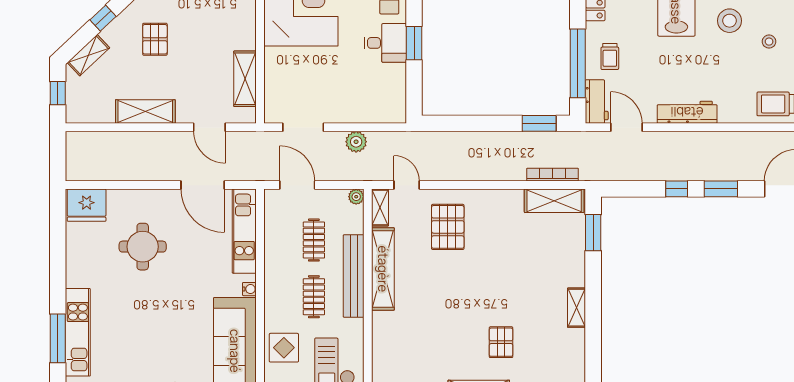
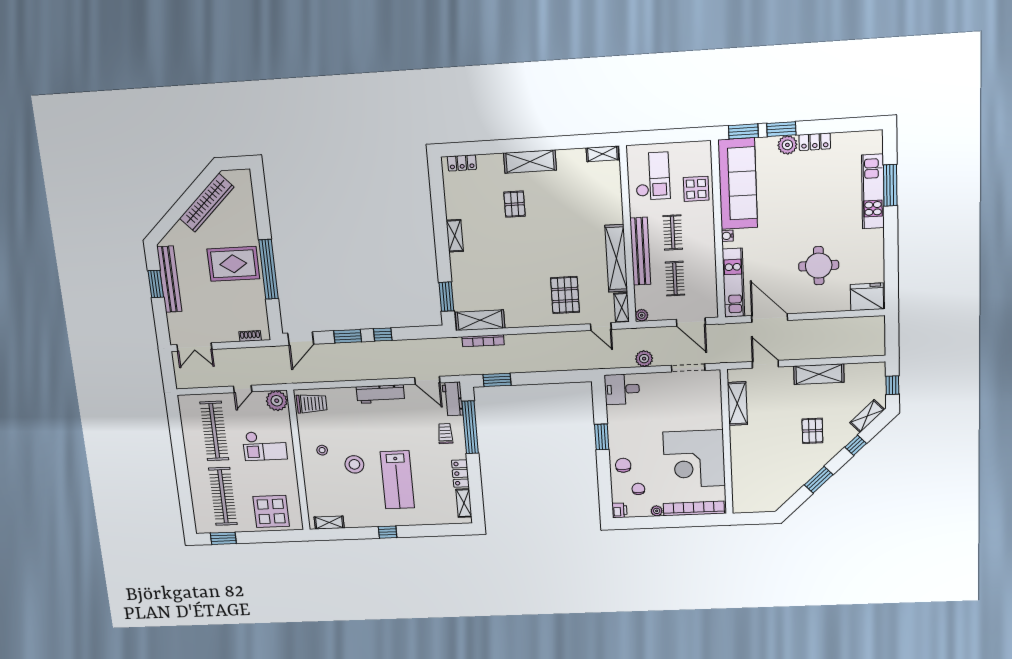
desk: (385, 43) -> (622, 389), moved

